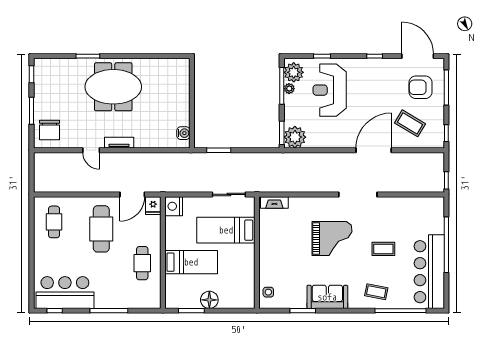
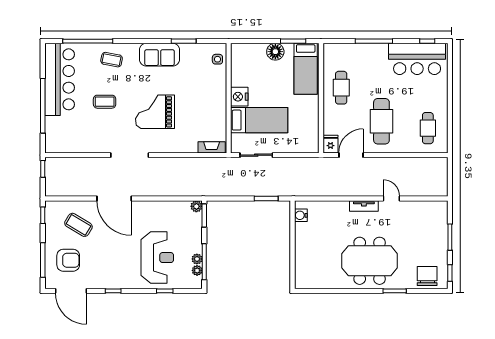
plant: (294, 72) -> (197, 270), width x0.53, depth x0.53
chair: (50, 130) -> (427, 276), moved
plant: (295, 137) -> (196, 206), width x0.53, depth x0.53
door: (374, 150) -> (114, 199), hinge flipped
nightstand: (174, 206) -> (239, 97), moved, turned 180
bed: (191, 262) -> (306, 69), moved, turned -90

